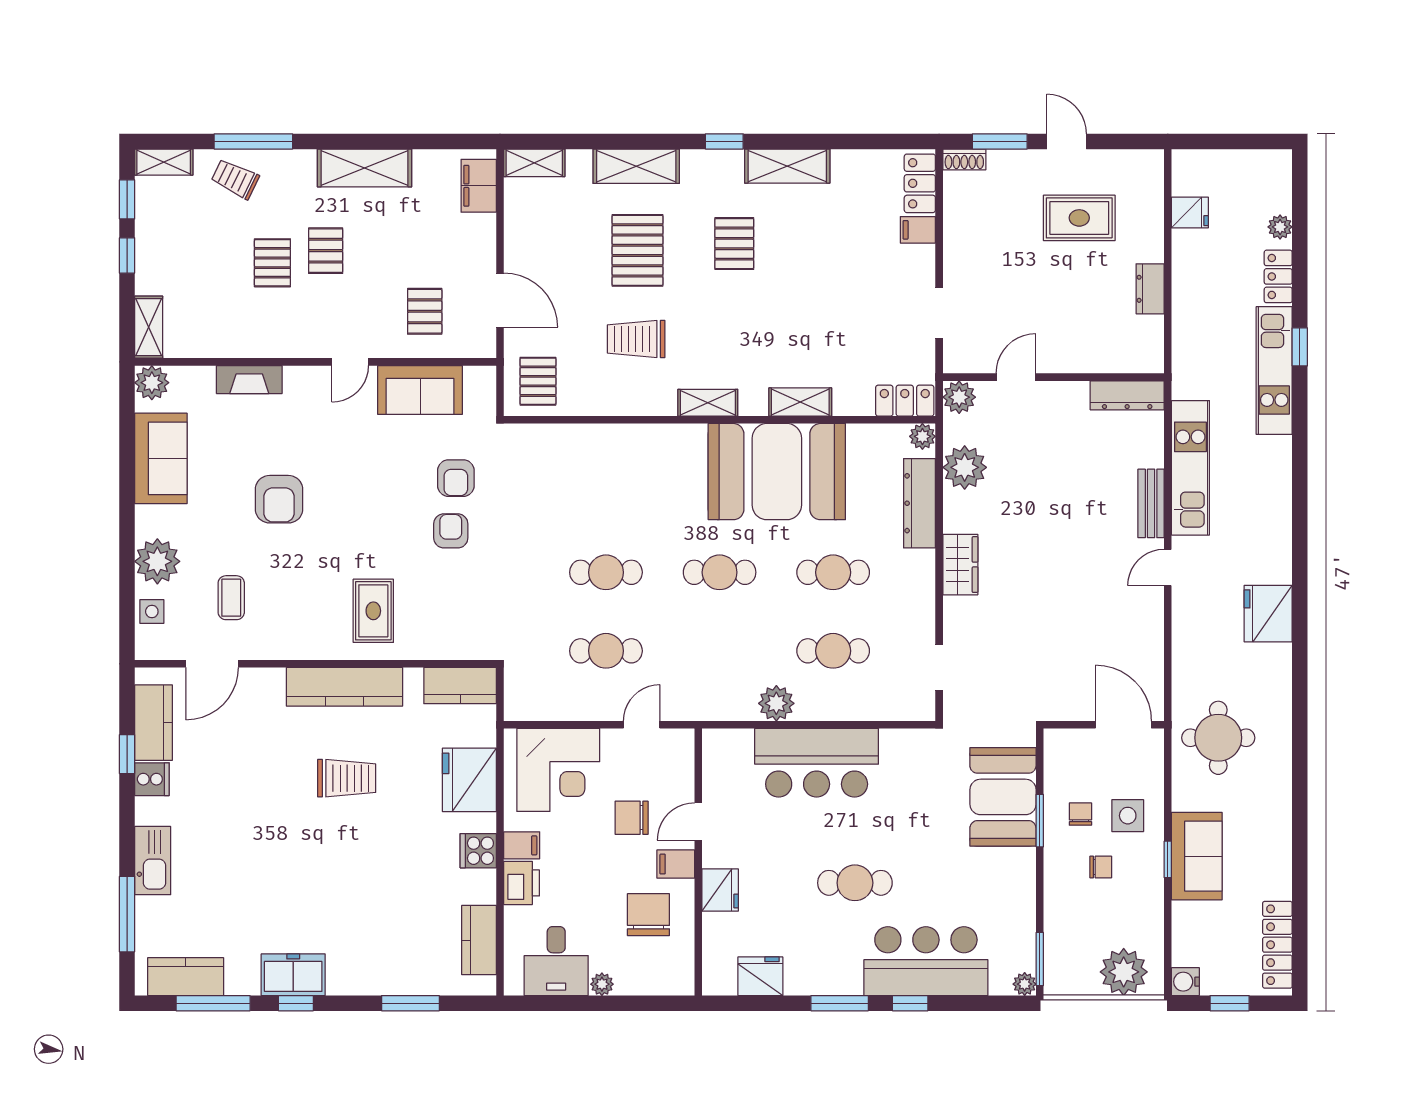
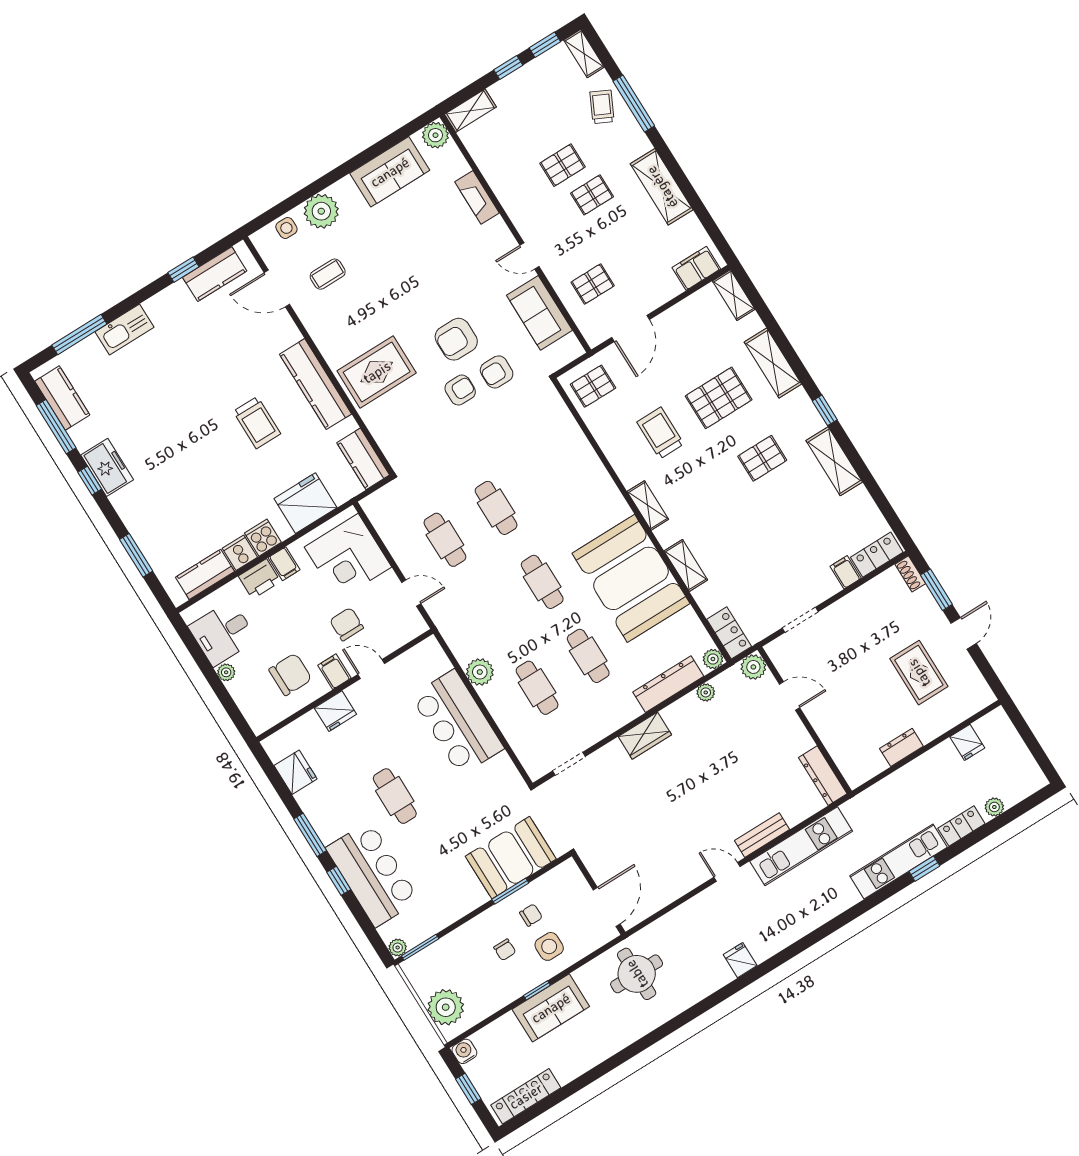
plant: (965, 467) -> (706, 692), width x0.53, depth x0.53
armchair: (279, 499) -> (456, 339), moved
rug: (373, 611) -> (377, 372), width x1.36, depth x1.43
fridge: (1268, 614) -> (740, 960), width x0.53, depth x0.75
cooker: (152, 779) -> (240, 553), moved, turned 180

